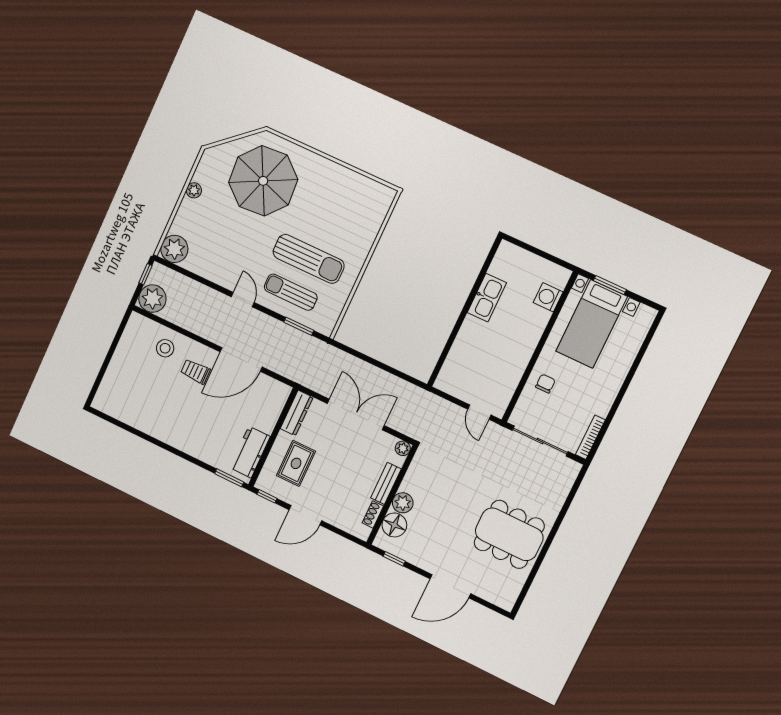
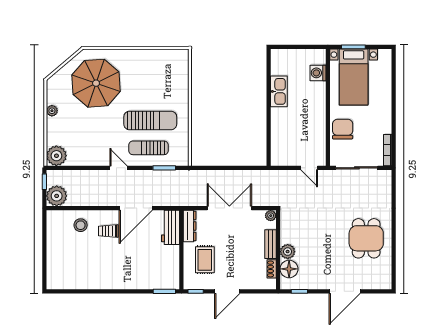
chair: (545, 384) -> (343, 129), width x1.87, depth x1.87
workbench: (250, 452) -> (170, 227), moved
dining table: (509, 534) -> (366, 238), width x0.73

